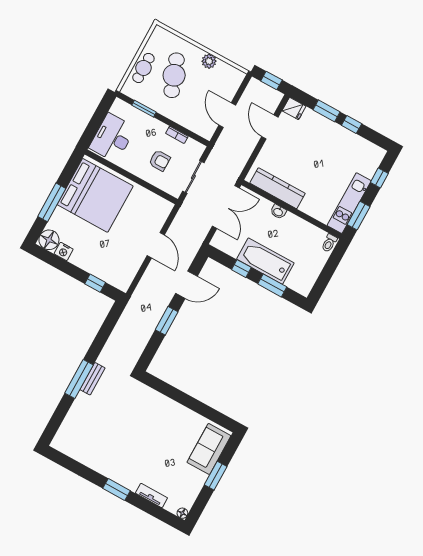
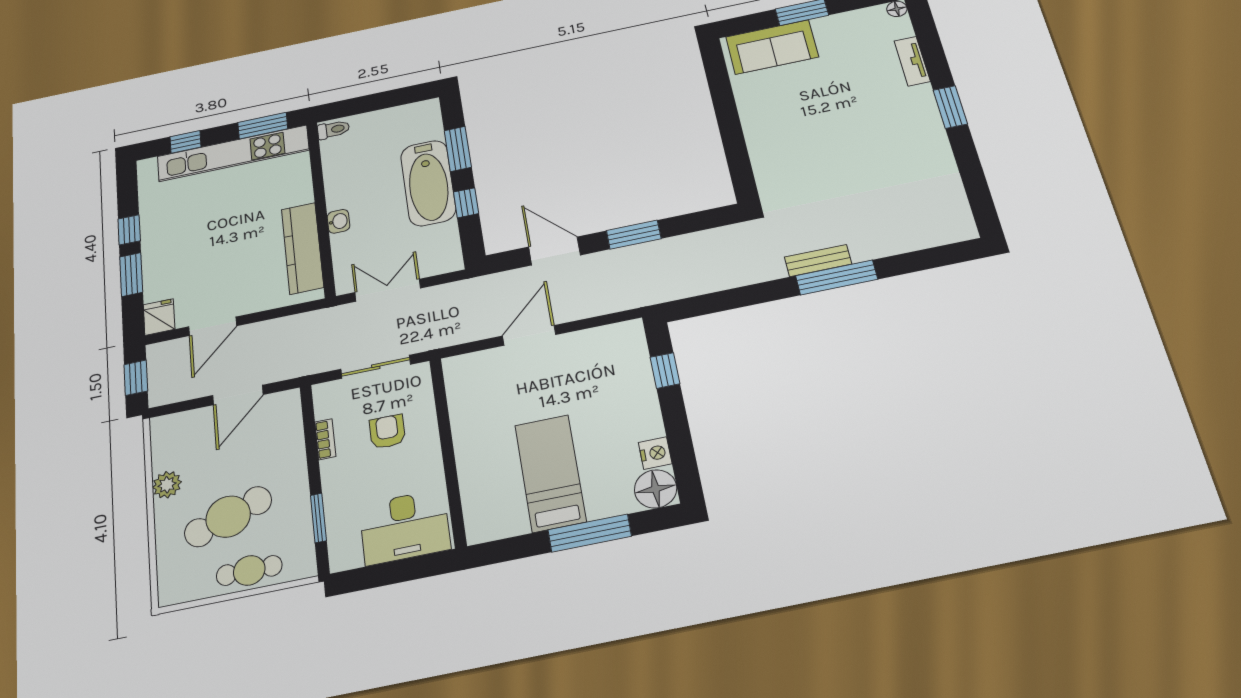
bed: (95, 195) -> (550, 473), width x0.49
kitchen unit: (349, 203) -> (233, 153), width x1.36
double door: (226, 207) -> (388, 290), width x0.73

